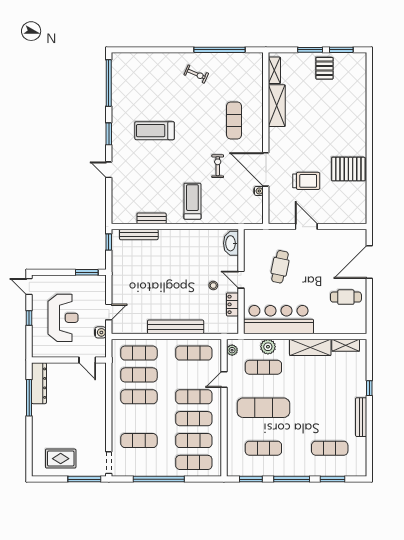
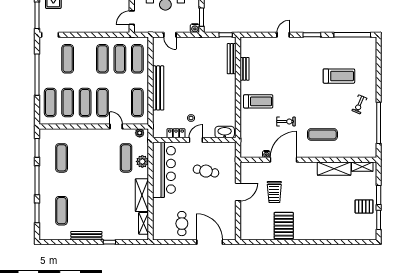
treadmill: (155, 131) -> (339, 76), moved, turned 90
water cooler: (100, 332) -> (195, 28), moved
exercise mat: (263, 408) -> (94, 158), removed

